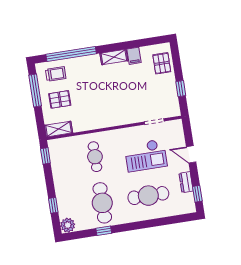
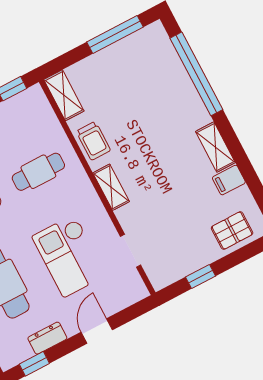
trolley: (56, 74) -> (93, 141), moved
pallet: (60, 99) -> (114, 81), removed
shelving: (117, 120) -> (111, 187), added

